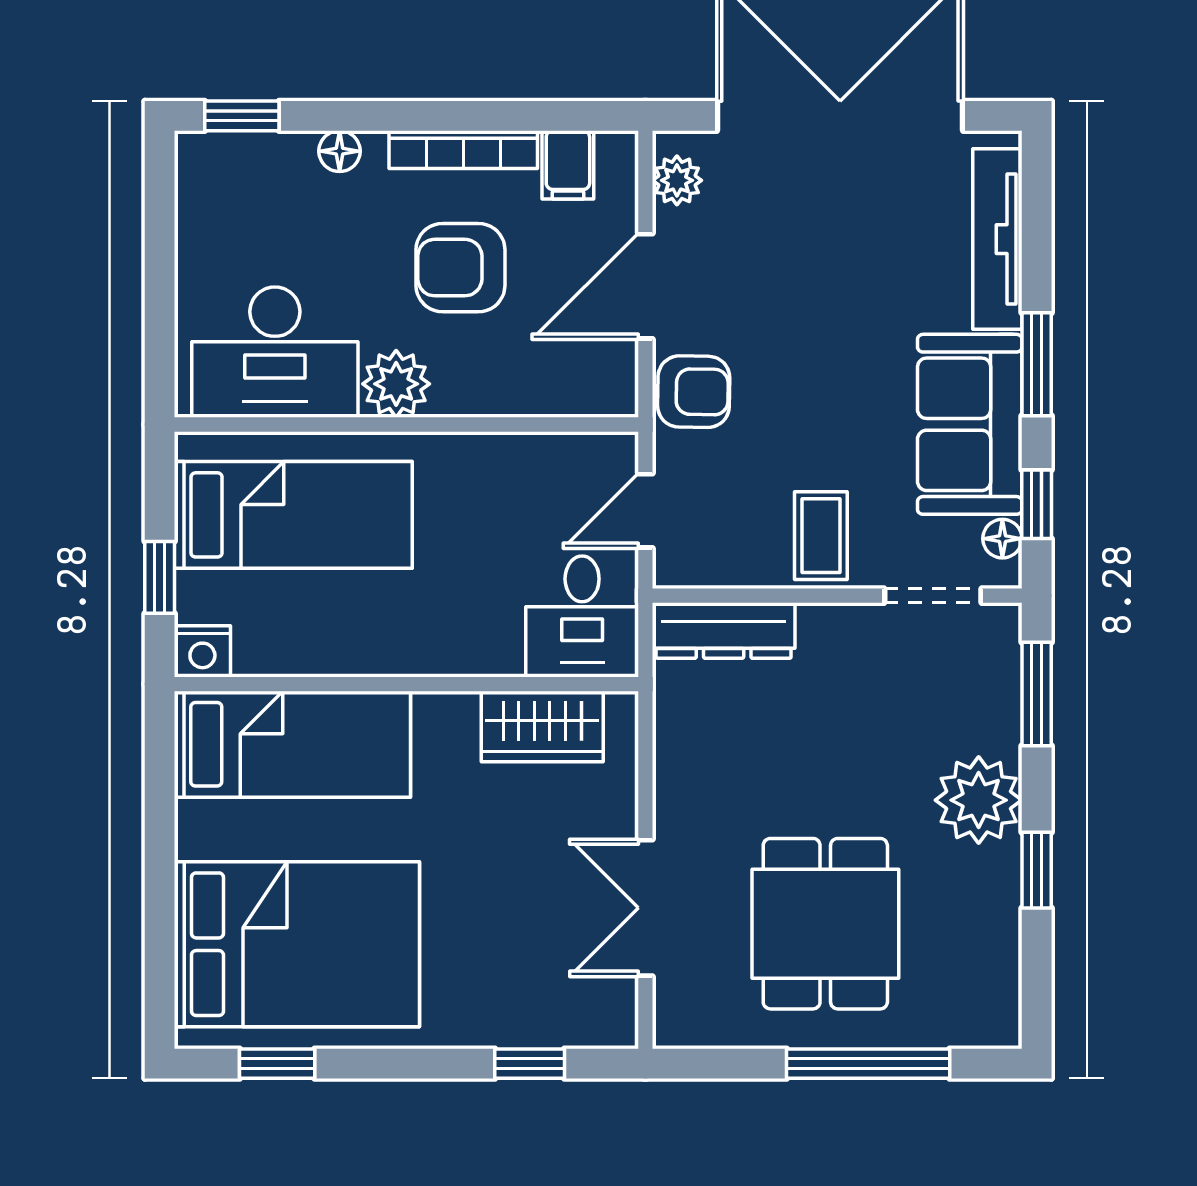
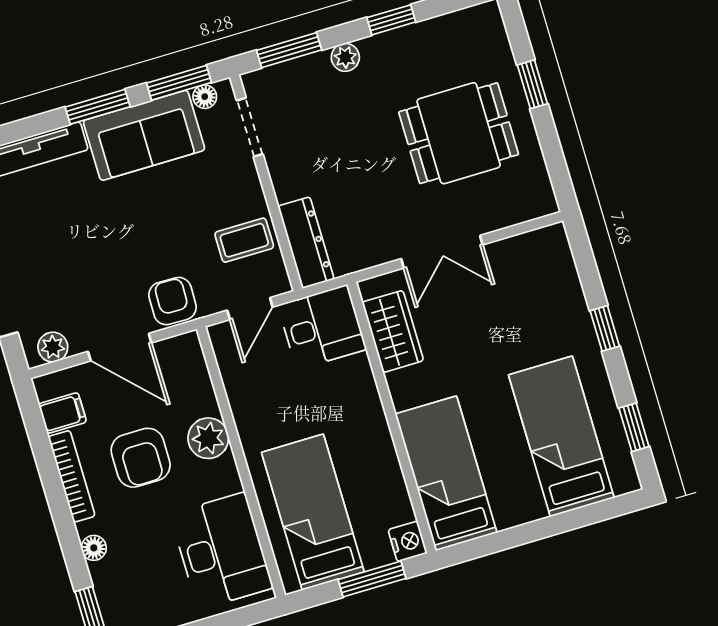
plant: (396, 384) -> (208, 438), moved
window: (1037, 504) -> (179, 83), width x1.50
door: (645, 511) -> (250, 309), hinge flipped
coffee table: (821, 536) -> (244, 240), moved
window: (160, 577) -> (372, 579), width x1.50
plant: (979, 800) -> (345, 57), width x0.53, depth x0.53
double door: (645, 908) -> (442, 252), moved
bed: (297, 944) -> (561, 436), width x0.67
window: (530, 1064) -> (605, 328), moved
window: (868, 1064) -> (532, 84), width x0.46

